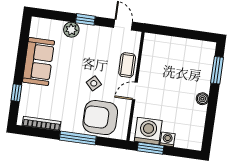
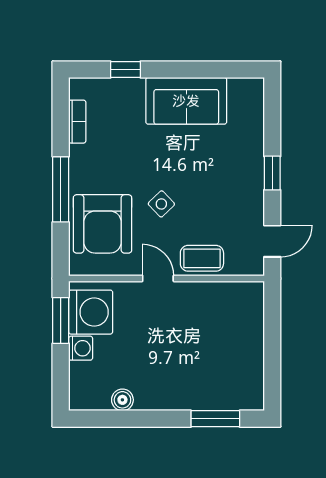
plant: (71, 30) -> (251, 151), removed
boiler: (202, 99) -> (122, 400), moved
armchair: (100, 118) -> (103, 224), turned 180
bookcase: (42, 124) -> (77, 122), width x0.64

